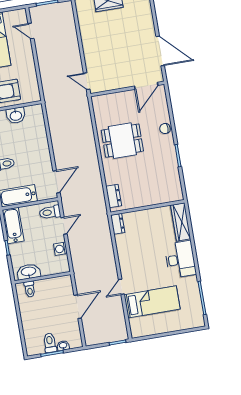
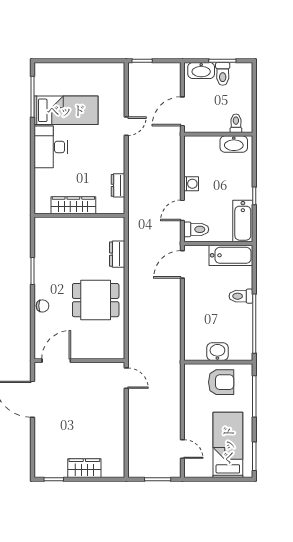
dresser: (114, 196) -> (117, 254), moved
wardrobe: (181, 222) -> (73, 205), moved, turned -90
dresser: (118, 224) -> (118, 185), moved
washbasin: (29, 272) -> (234, 144), moved
wall: (43, 278) -> (218, 134), moved
toilet: (30, 289) -> (236, 123), moved
bed: (152, 302) -> (66, 110), moved, turned 180
washbasin: (63, 346) -> (201, 70), width x1.91, depth x1.45

